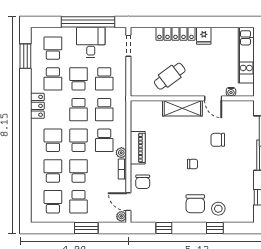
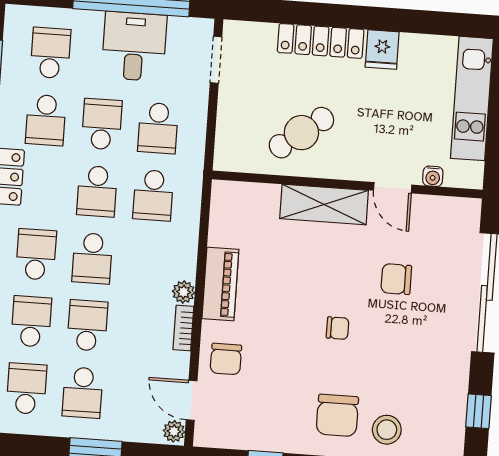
school desk: (79, 140) -> (92, 258), turned 180
school desk: (104, 140) -> (148, 262), removed

